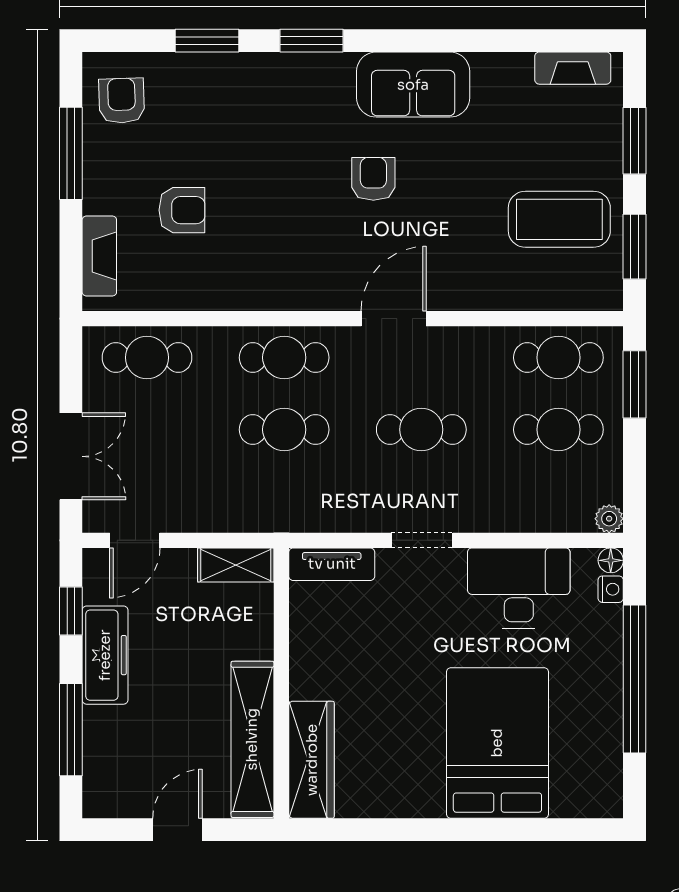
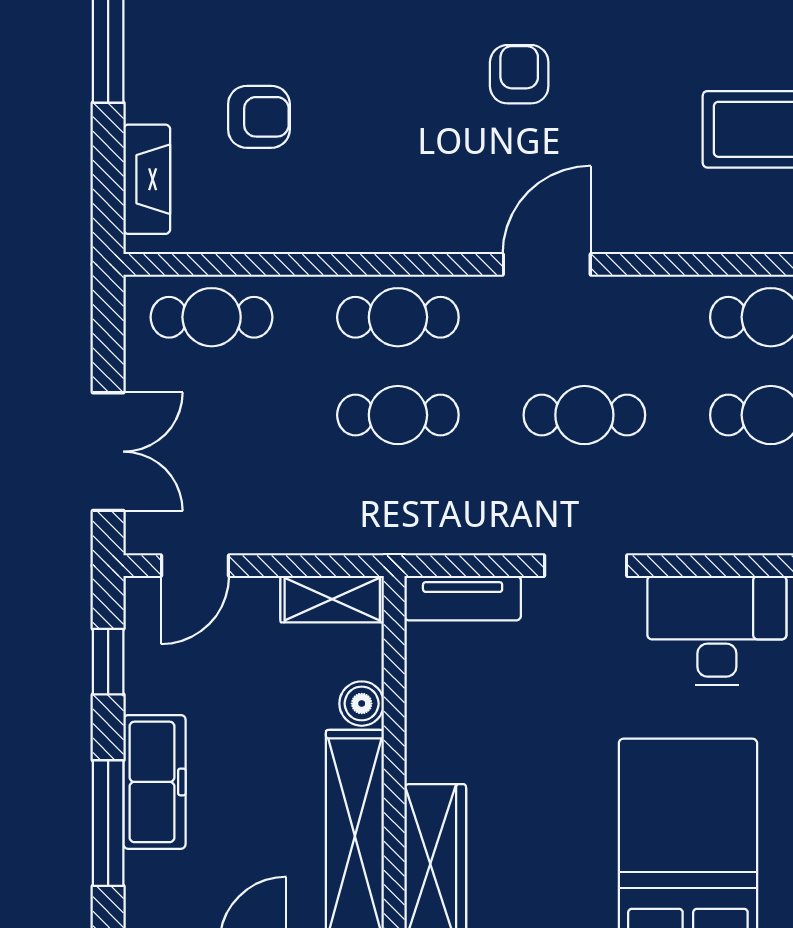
boiler: (257, 642) -> (362, 704), added
freezer: (105, 655) -> (154, 782), moved

